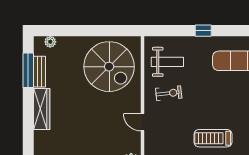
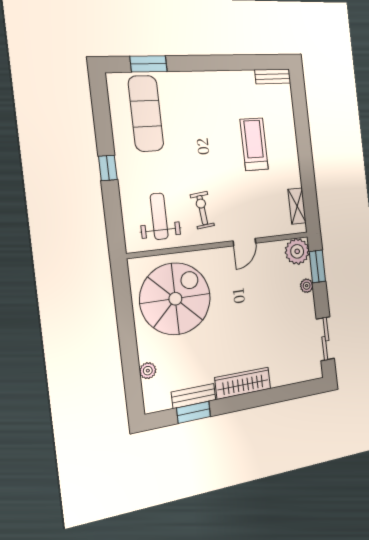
plant: (50, 42) -> (148, 371), moved
window: (28, 70) -> (194, 412), width x0.69
treadmill: (213, 138) -> (254, 144), turned 180

